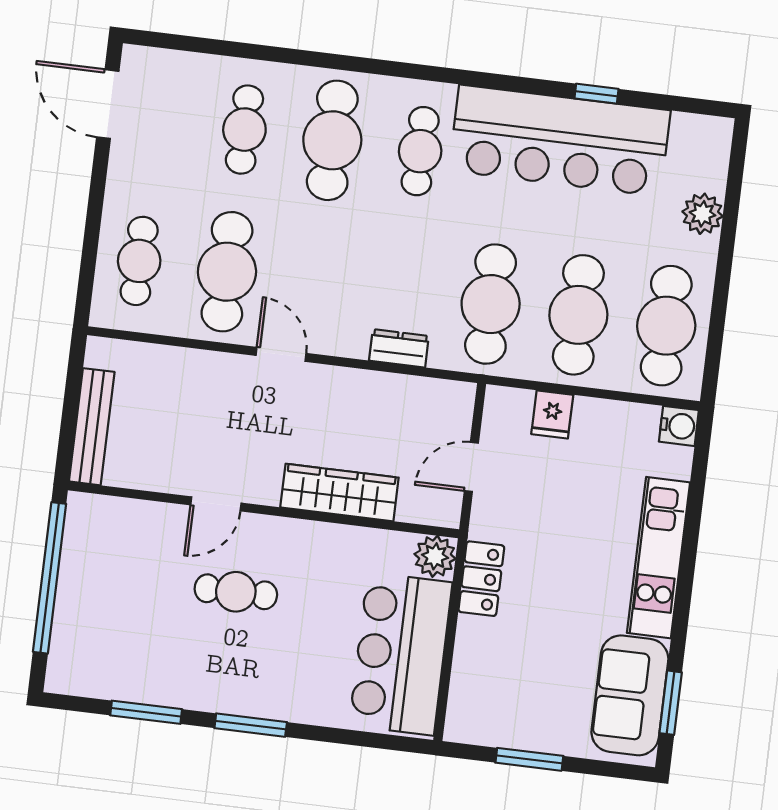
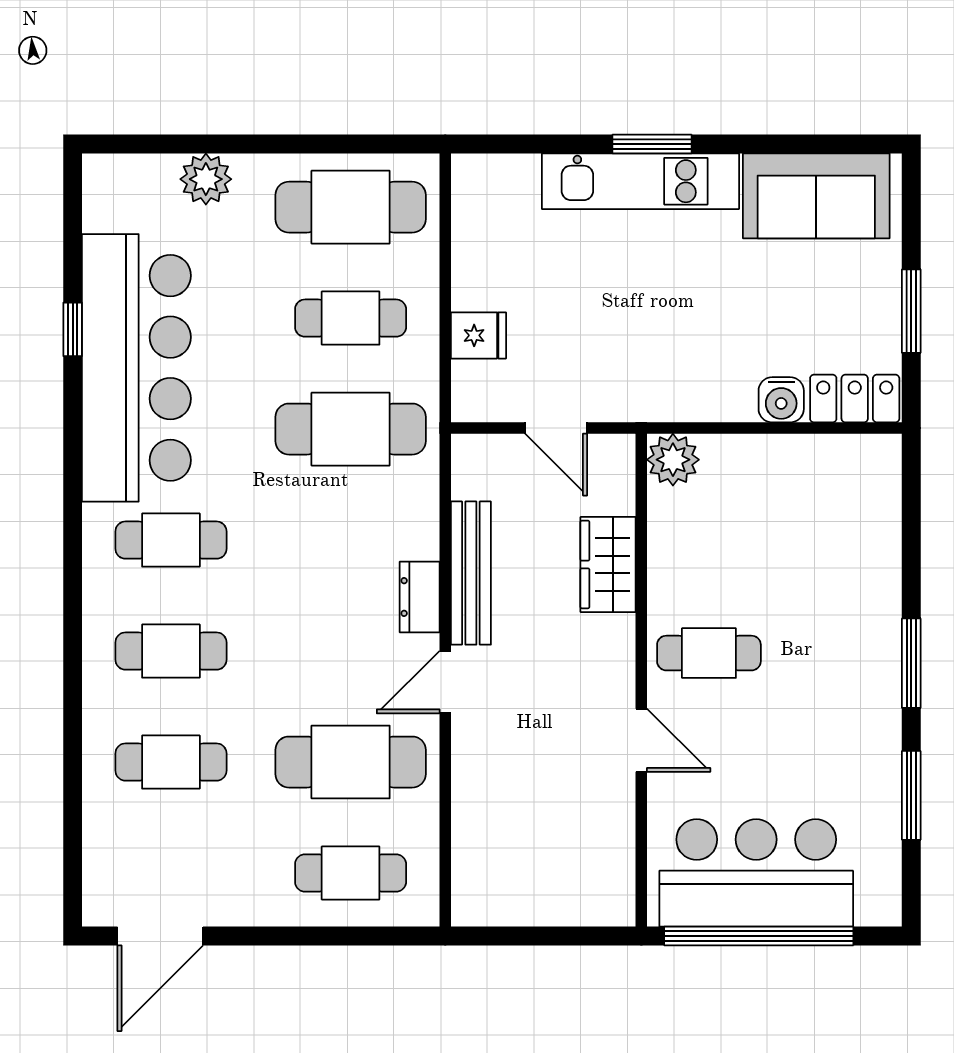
cafe table: (332, 140) -> (171, 651), width x0.73, depth x0.74
cafe table: (578, 315) -> (351, 318), width x0.73, depth x0.74
dresser: (399, 348) -> (420, 597), moved
water cooler: (679, 426) -> (781, 400), moved, turned 180
bench: (92, 427) -> (471, 573), moved, turned 90
wardrobe: (339, 492) -> (608, 564), width x0.67
locker: (481, 579) -> (855, 399), moved
cafe table: (236, 592) -> (709, 653), moved, turned 90
bar counter: (401, 654) -> (756, 873), moved, turned 180
window: (671, 703) -> (652, 144), moved

